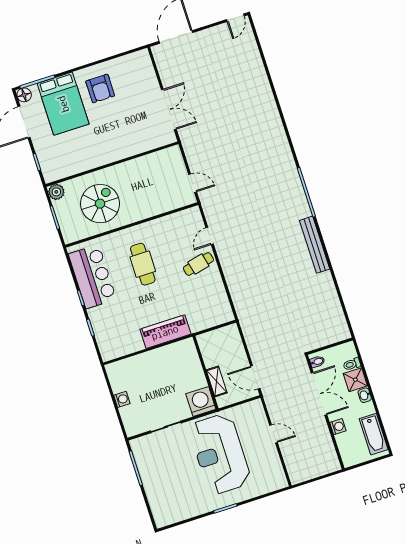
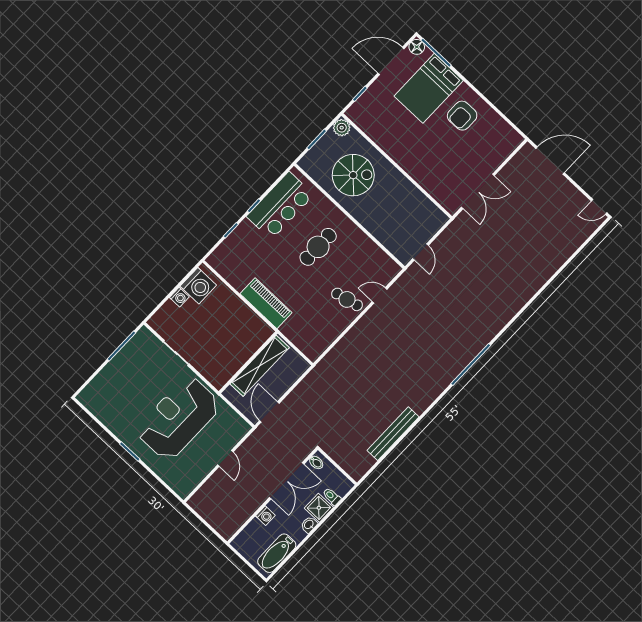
bench: (315, 245) -> (393, 434), moved
shelving: (217, 381) -> (260, 366), width x2.20, depth x1.33
washing machine: (201, 401) -> (198, 286), moved, turned 90

